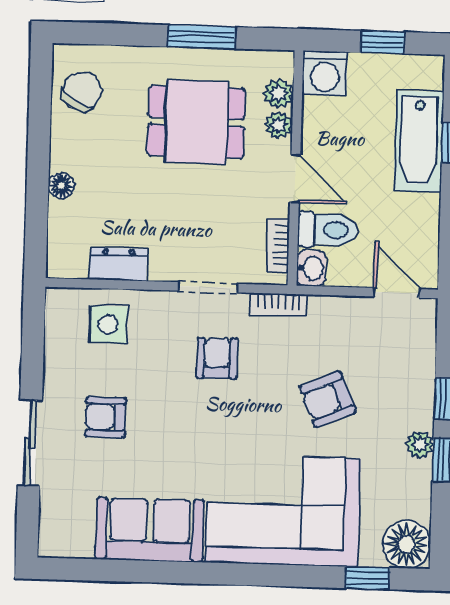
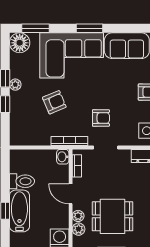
toilet: (328, 230) -> (22, 181), moved, turned 180
door: (397, 293) -> (27, 148), removed
bookcase: (278, 305) -> (69, 141), width x1.56
armchair: (217, 358) -> (101, 118), turned -90
window: (238, 574) -> (90, 28), added
window: (367, 578) -> (35, 28), width x1.50

